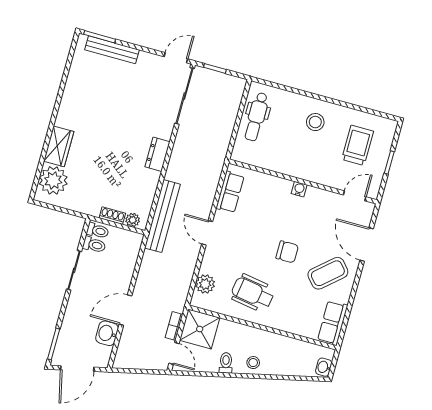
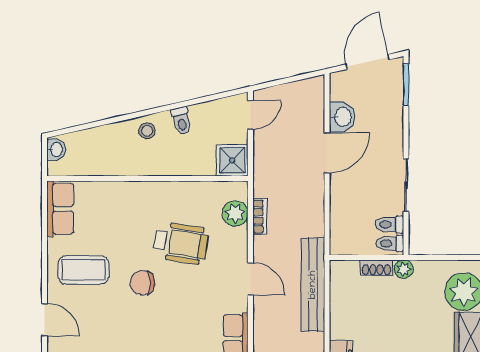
plant: (133, 220) -> (404, 269), moved
door: (367, 245) -> (45, 320), width x0.73
coffee table: (328, 273) -> (84, 270), turned 41
wheelchair: (253, 293) -> (181, 243), moved
bookcase: (174, 326) -> (260, 216), moved
shower: (200, 329) -> (232, 160), width x0.73, depth x0.73
door: (174, 353) -> (250, 115), swing flipped

